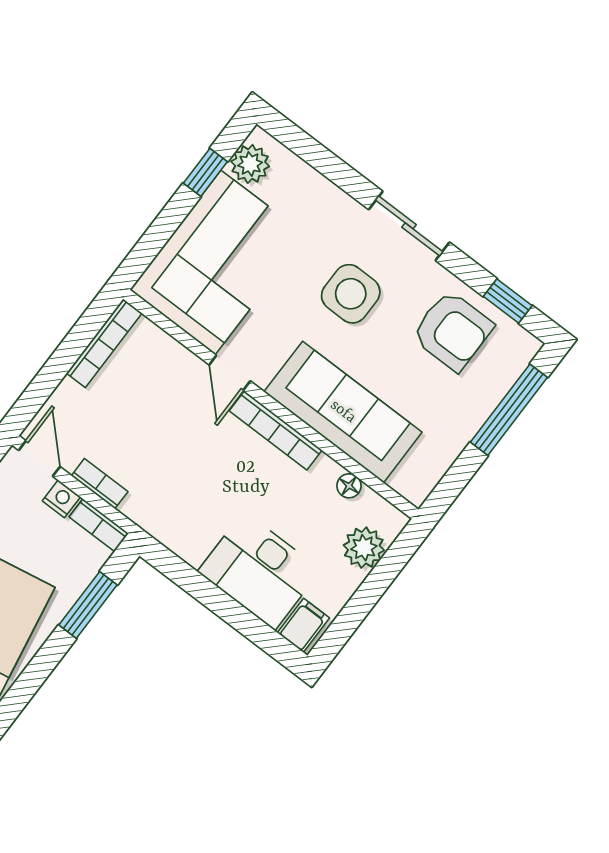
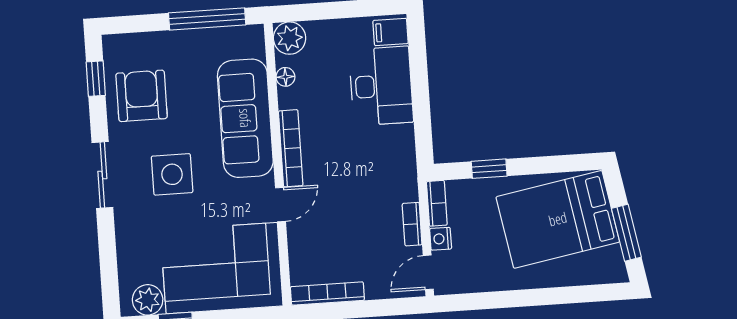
window: (509, 410) -> (207, 19), moved
plant: (364, 548) -> (290, 38), moved
window: (88, 605) -> (489, 169), width x0.67

